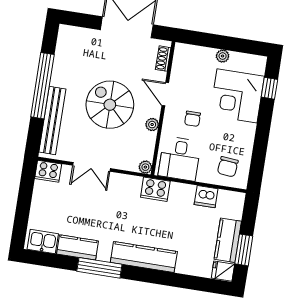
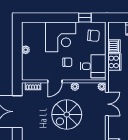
window: (269, 88) -> (85, 18), moved
corner desk: (237, 96) -> (61, 37), moved
double door: (91, 167) -> (107, 104), moved
cooker: (155, 189) -> (114, 62), moved

